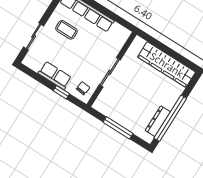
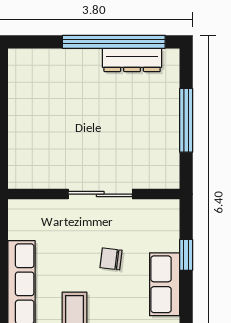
wardrobe: (167, 65) -> (26, 106), removed
chair: (83, 88) -> (111, 259), moved

